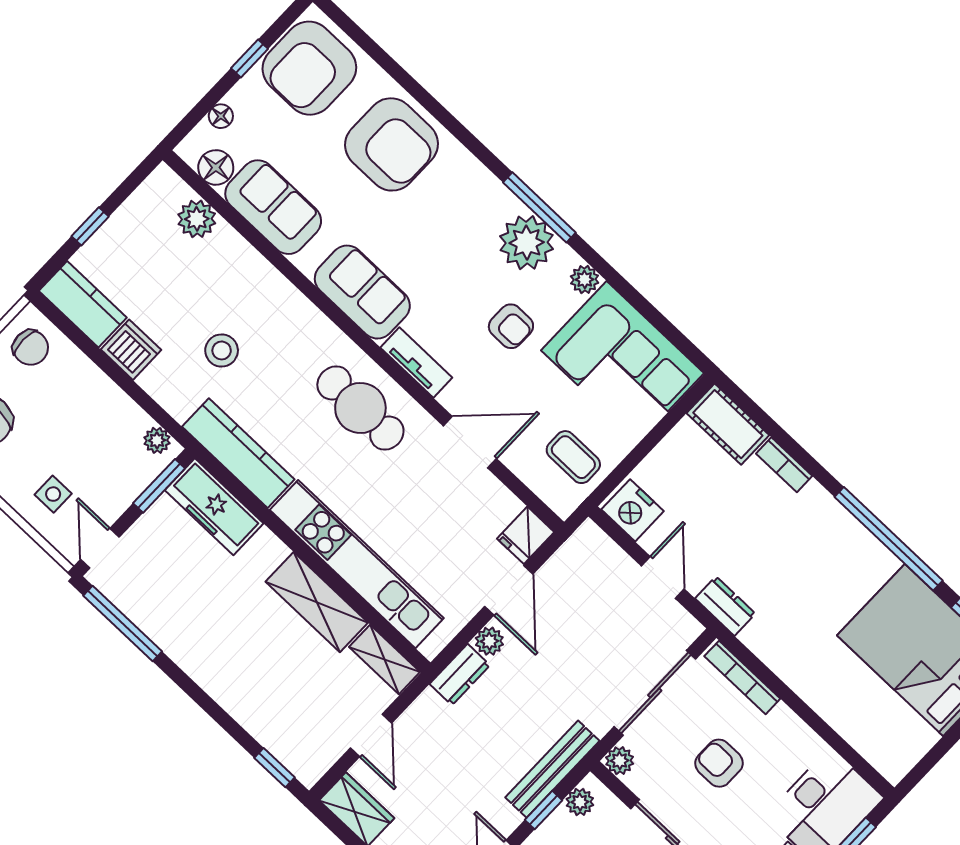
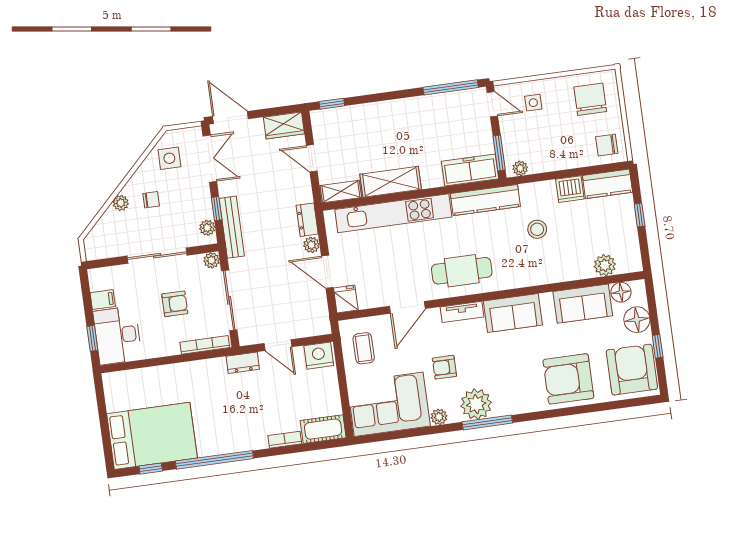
floor lamp: (221, 116) -> (637, 320), width x1.89, depth x1.89
coffee table: (573, 457) -> (364, 348), turned 90

